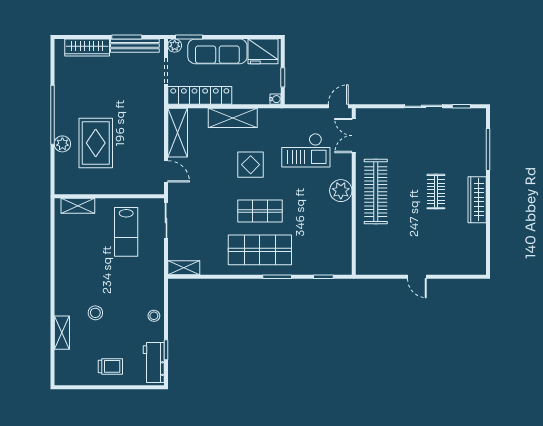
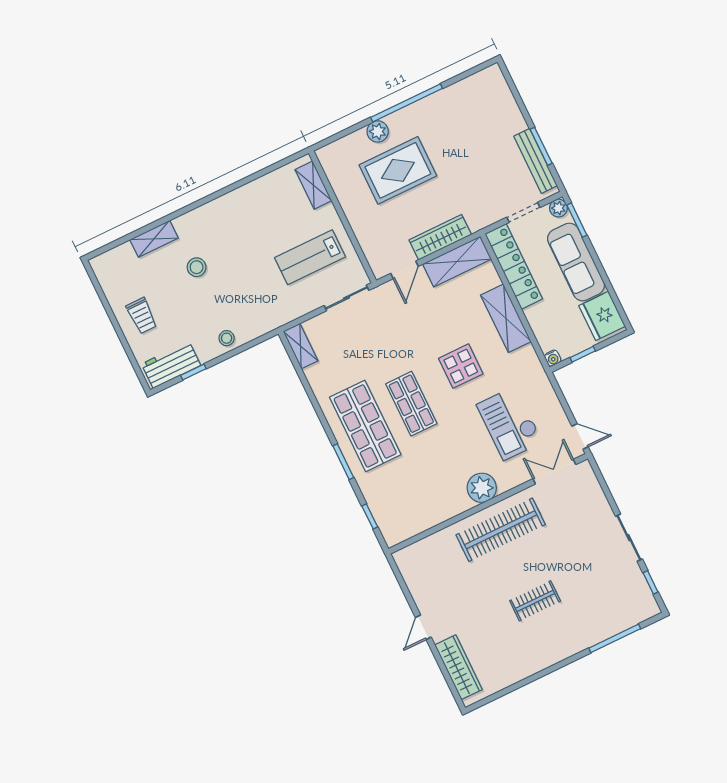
wardrobe: (87, 47) -> (440, 237), moved, turned 90
wardrobe: (477, 200) -> (458, 667), moved, turned 90

